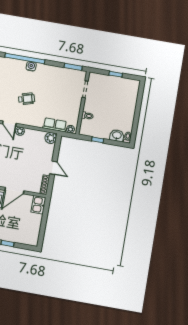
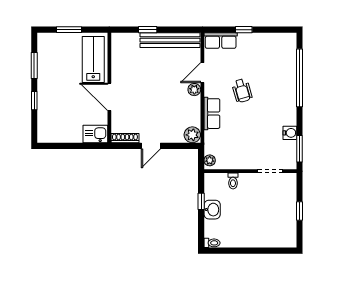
water cooler: (31, 66) -> (290, 133), moved
row of seats: (55, 125) -> (212, 114), moved
washbasin: (117, 136) -> (212, 210), moved

